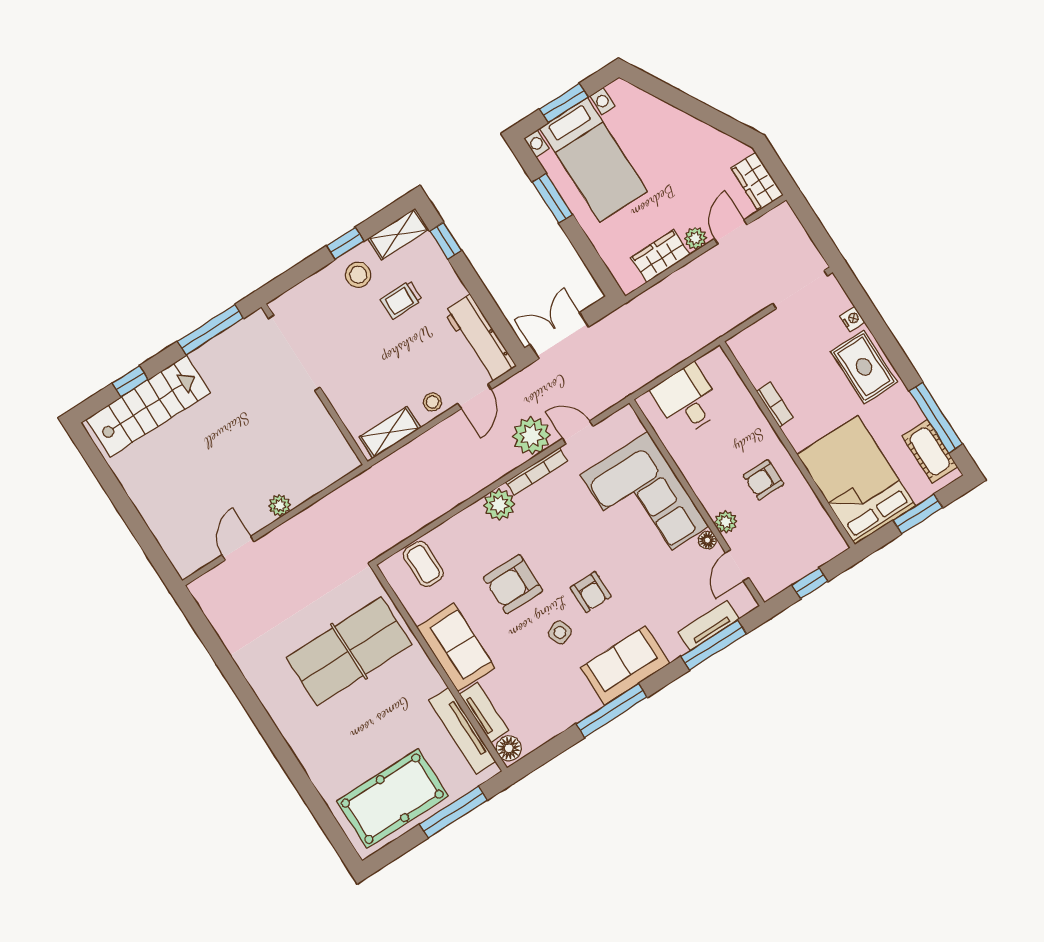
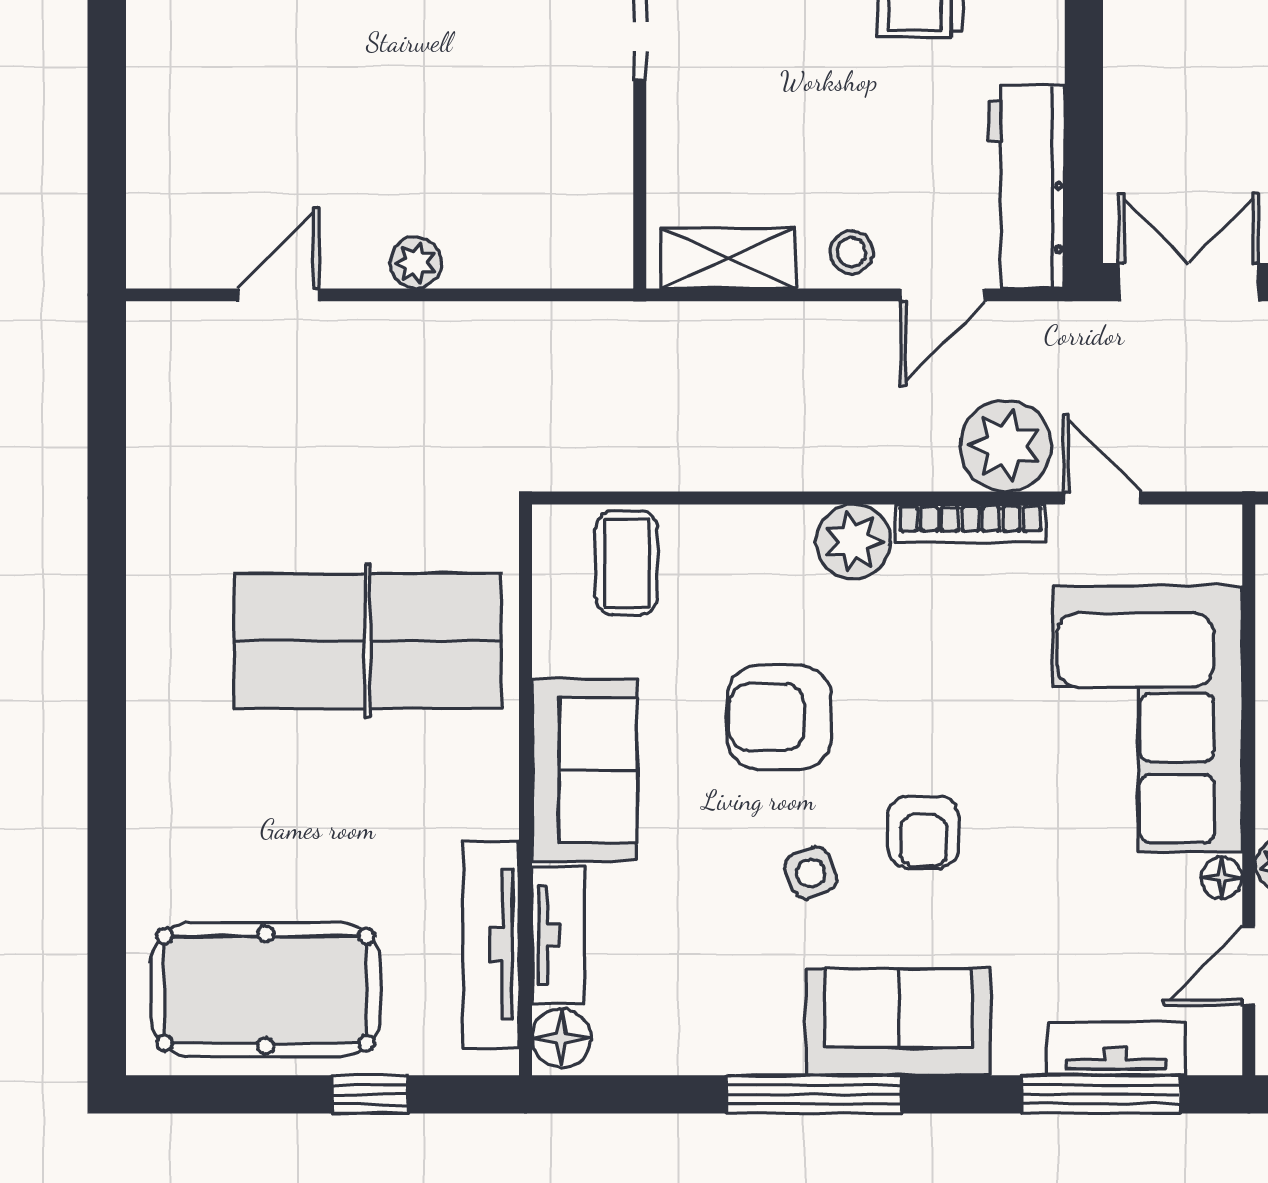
window: (453, 812) -> (370, 1094), width x0.46

